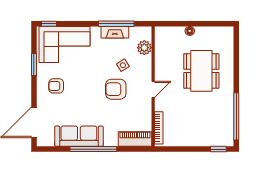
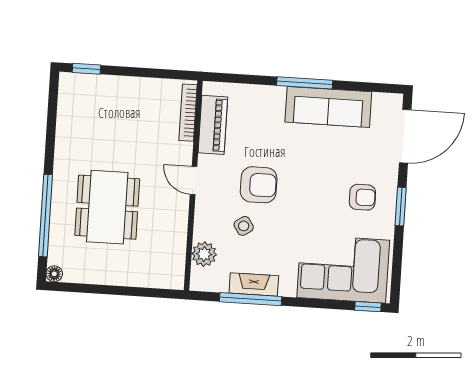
floor lamp: (190, 31) -> (54, 274), moved
window: (34, 65) -> (401, 207), moved
door: (153, 89) -> (194, 180), hinge flipped
window: (236, 116) -> (45, 216), moved
piano: (135, 139) -> (213, 125), moved, turned -90
window: (93, 149) -> (305, 83), width x0.68

